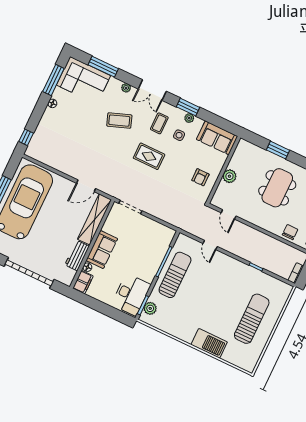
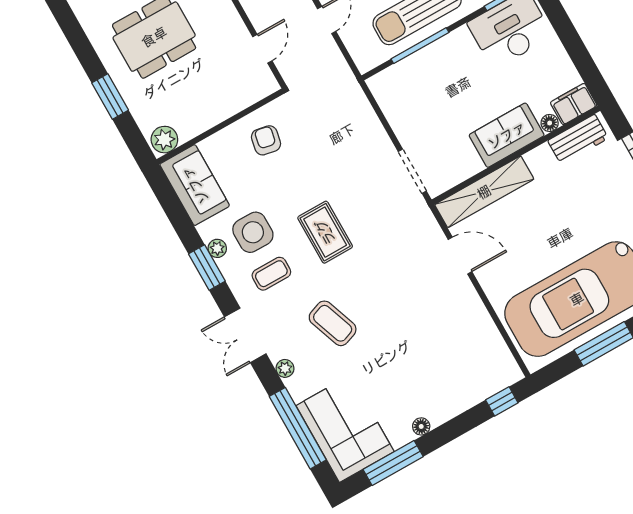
window: (103, 67) -> (298, 428), width x1.46
double door: (152, 90) -> (245, 335), swing flipped
side table: (179, 135) -> (253, 232), width x1.87, depth x1.87
plant: (229, 176) -> (164, 140), moved
armchair: (200, 177) -> (266, 140), turned -79
workbench: (77, 256) -> (578, 139), moved

